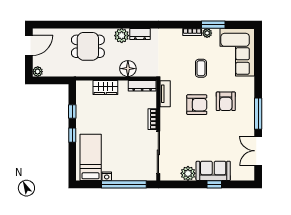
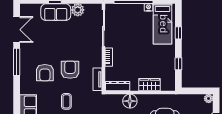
armchair: (226, 101) -> (45, 73), turned 180
armchair: (197, 105) -> (70, 70), turned 90
window: (72, 135) -> (178, 33), moved

